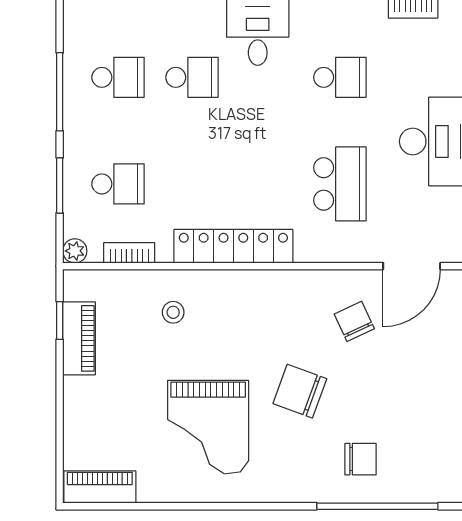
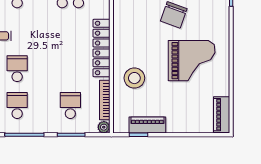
bookcase: (129, 253) -> (105, 100), width x1.56
stool: (173, 312) -> (134, 78), width x1.89, depth x1.89

